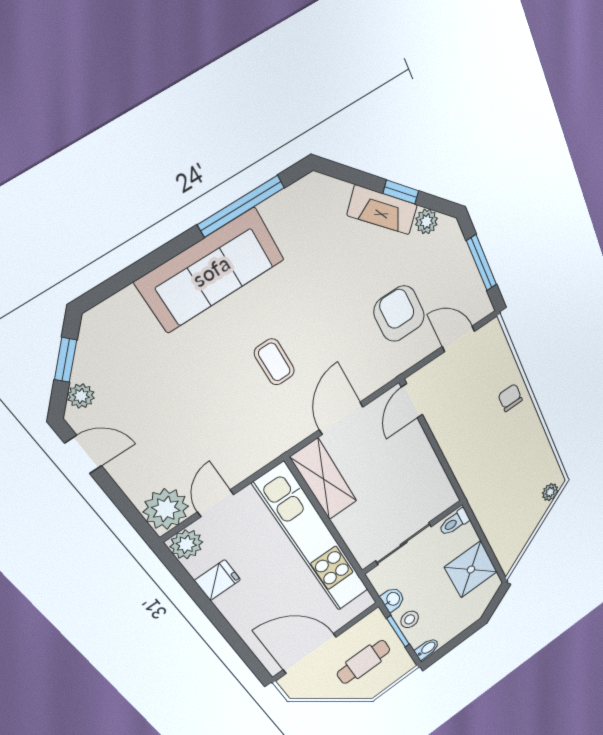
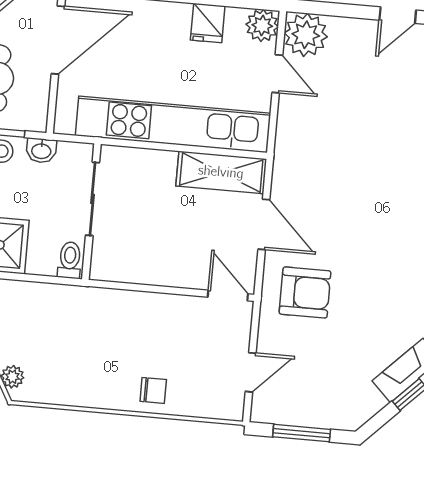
plant: (426, 222) -> (372, 403), removed
armchair: (399, 314) -> (305, 293), moved
coffee table: (274, 362) -> (355, 204), removed

